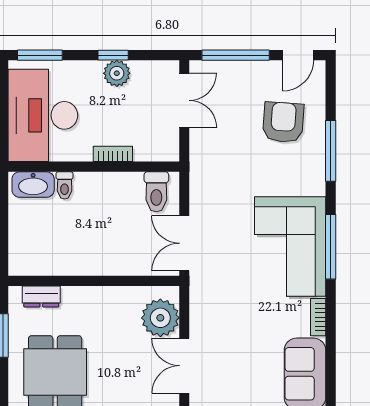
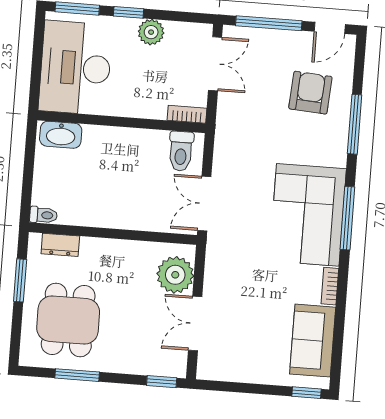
window: (113, 55) -> (128, 12), moved
bookcase: (113, 154) -> (187, 114), moved
toilet: (65, 185) -> (43, 215), moved, turned -90

